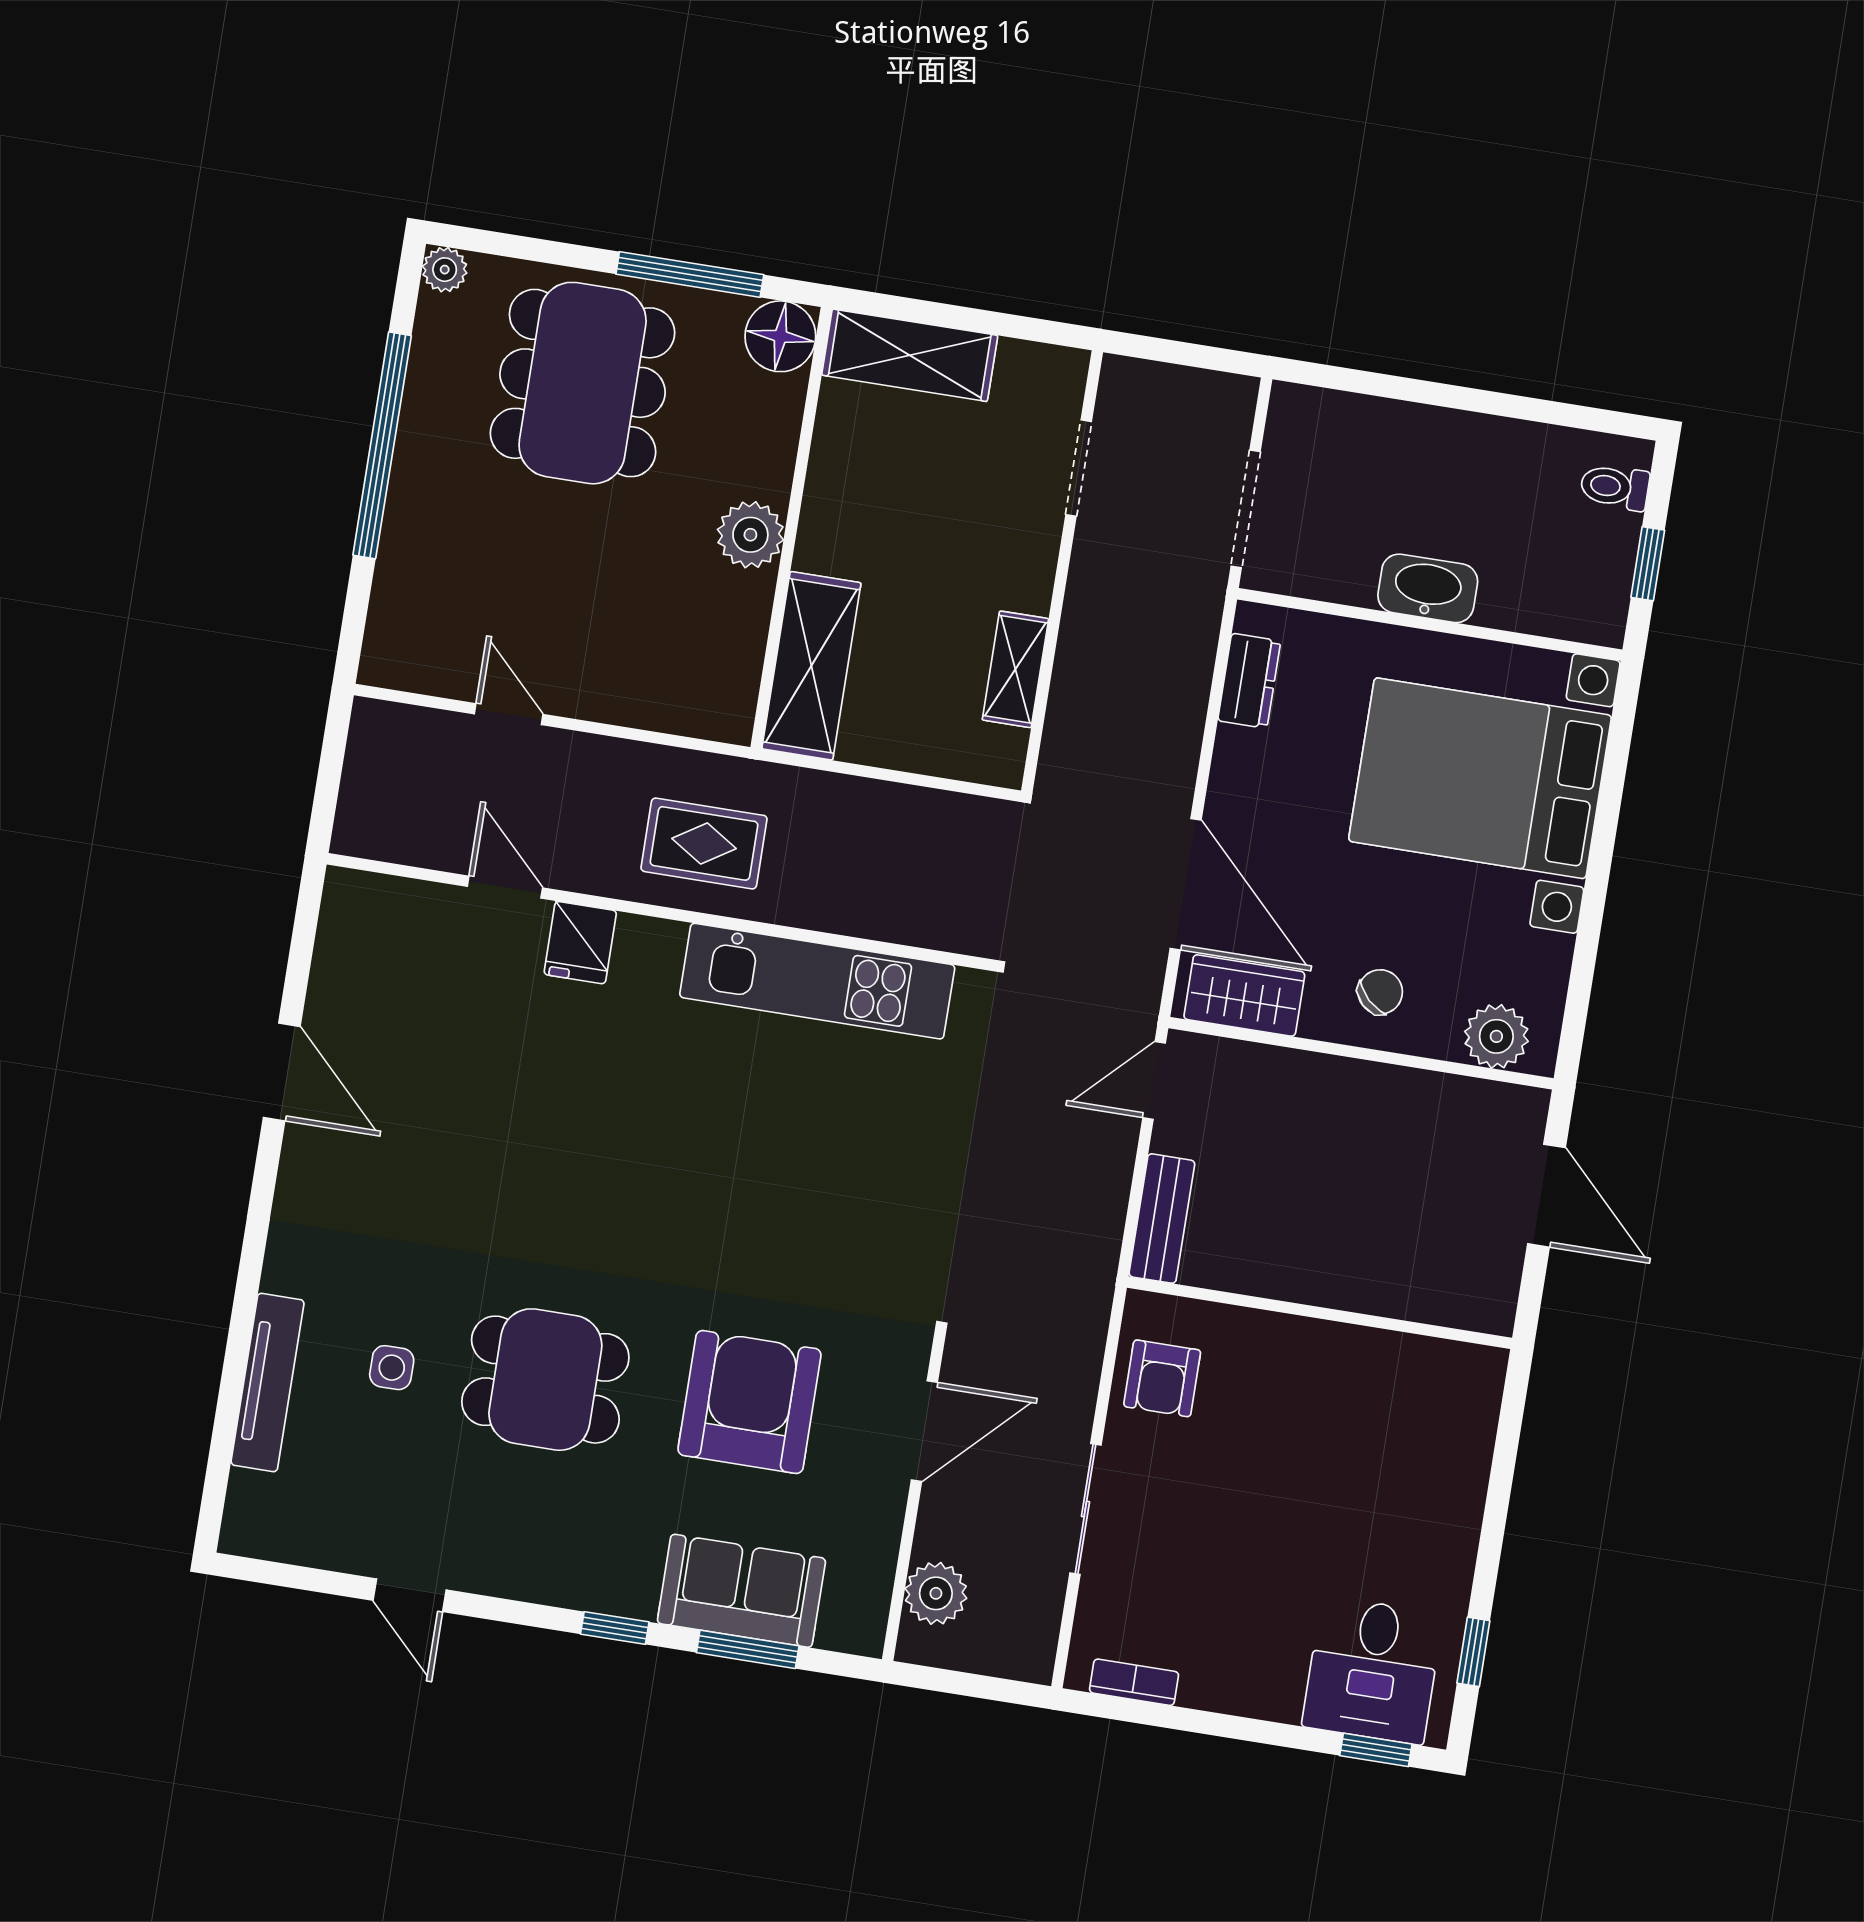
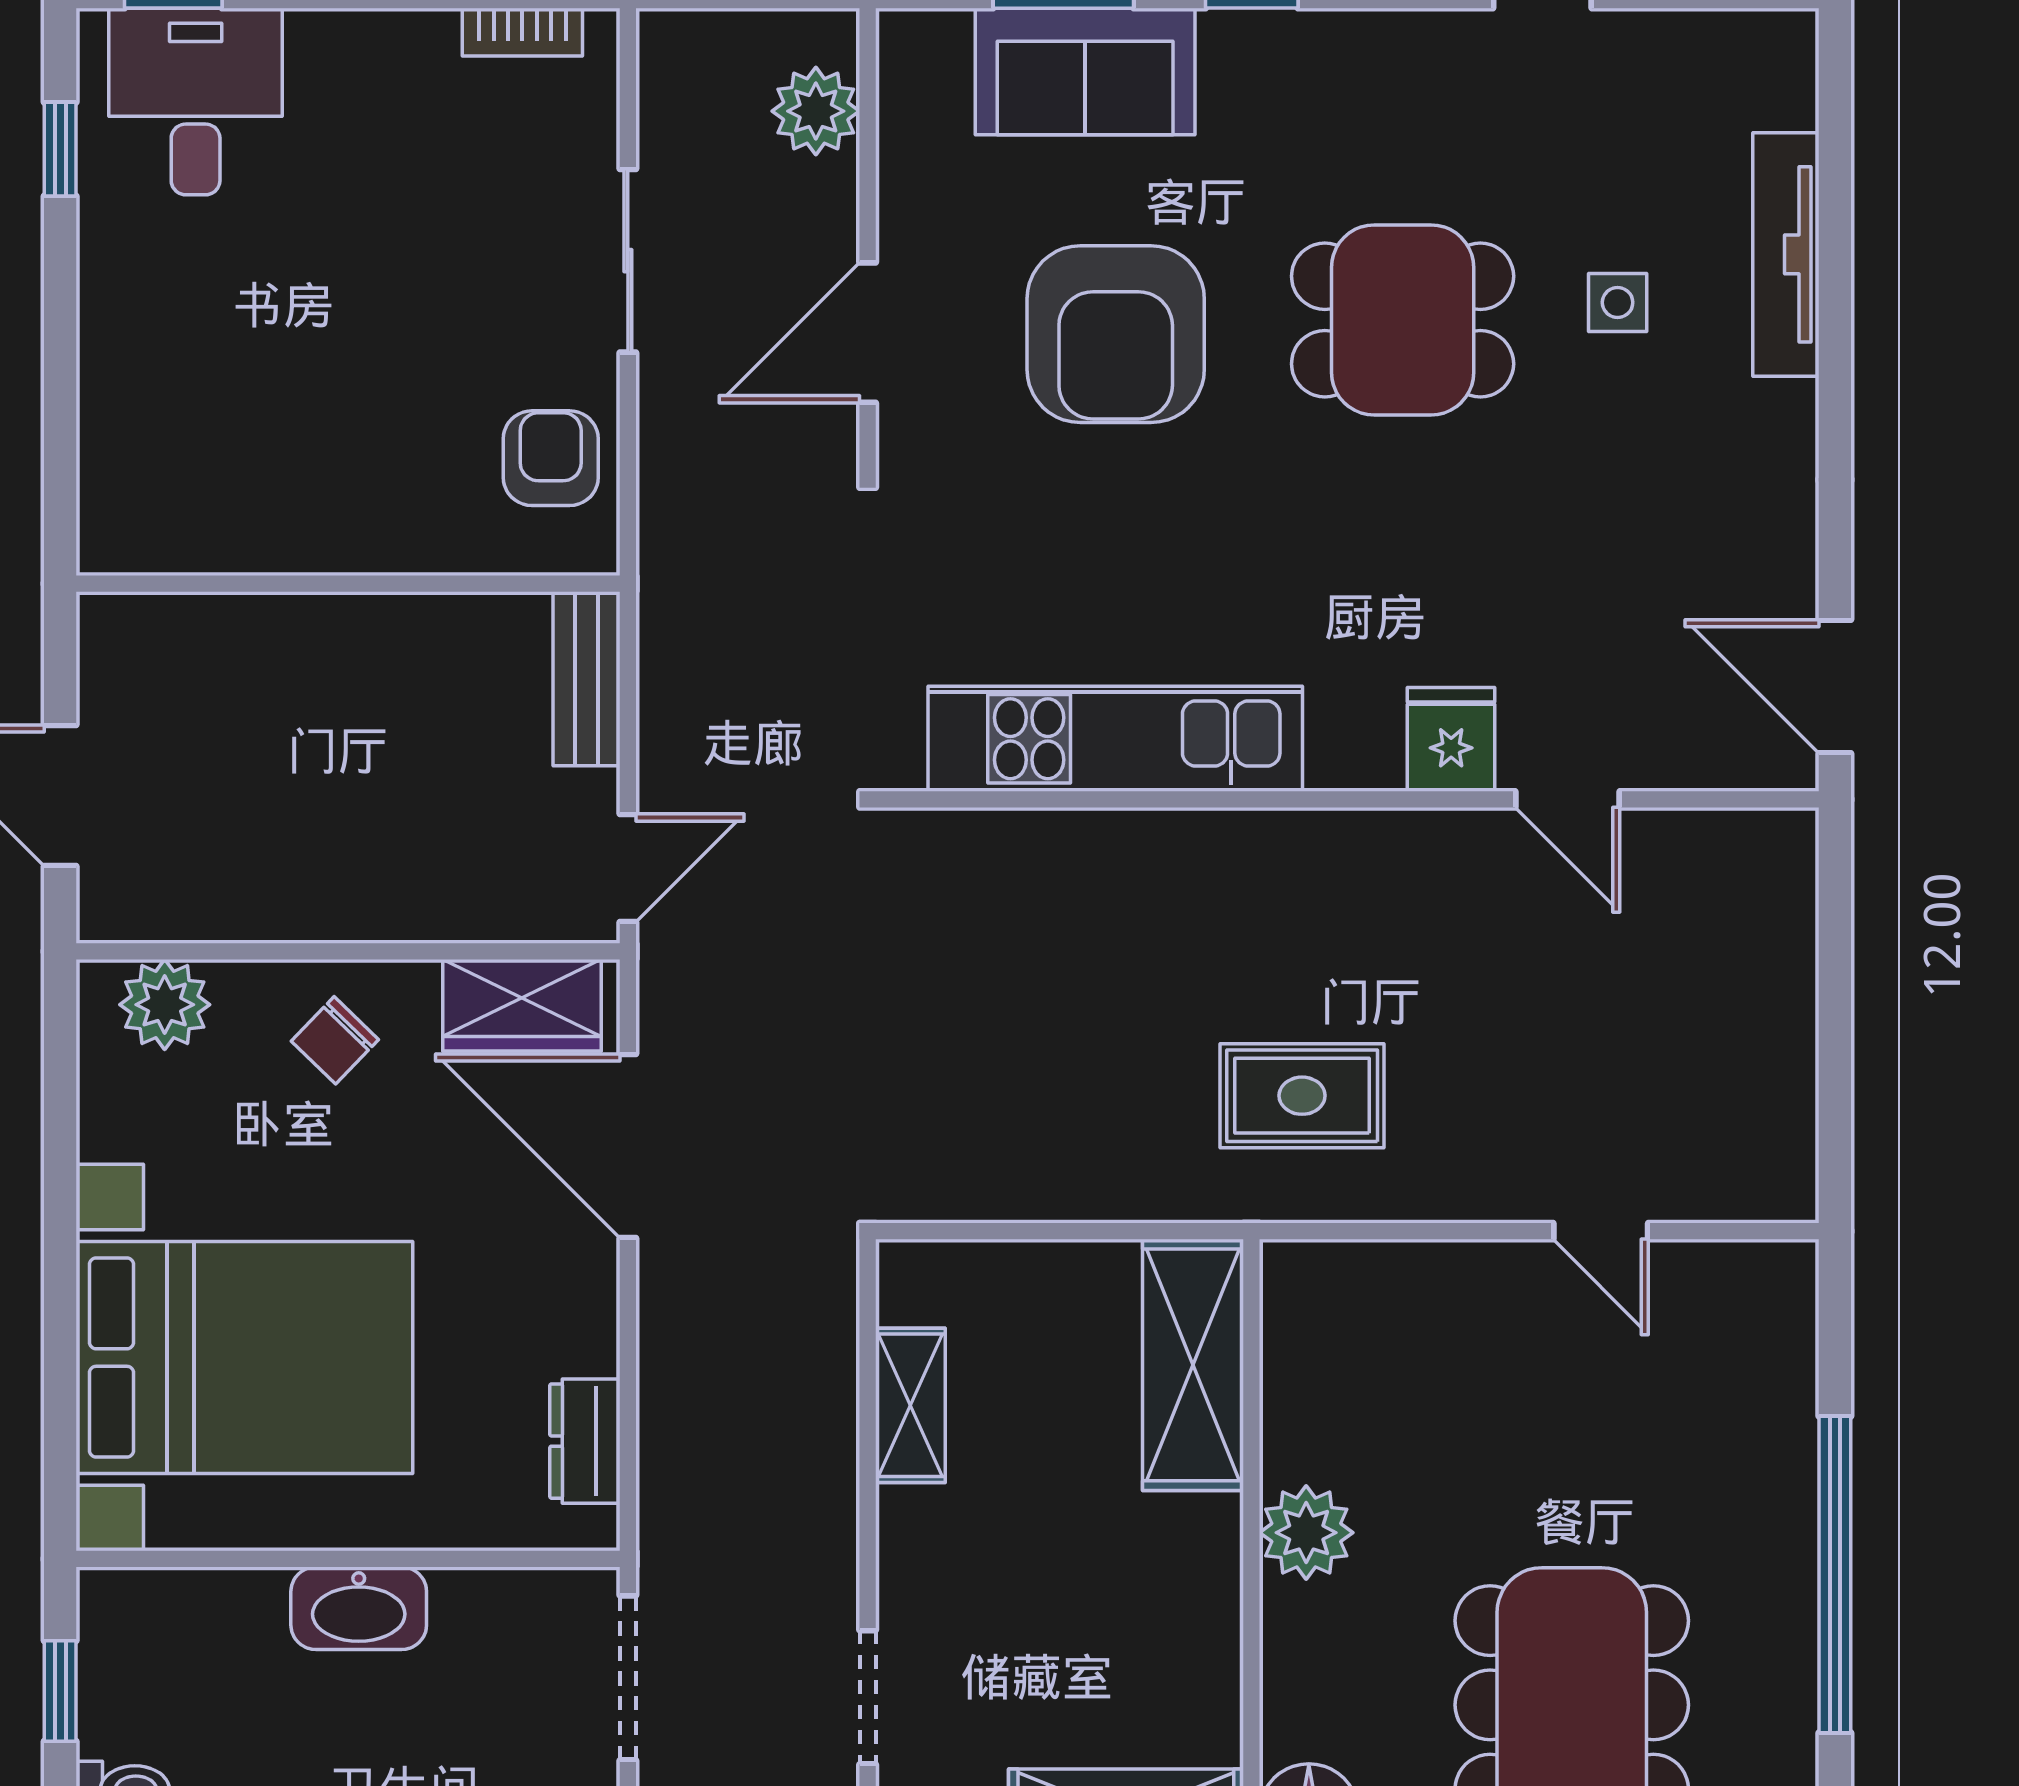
door: (505, 887) -> (1567, 799), moved
wall: (660, 912) -> (1347, 799), moved
fridge: (580, 943) -> (1451, 739), moved
kitchen unit: (817, 981) -> (1115, 739), moved

